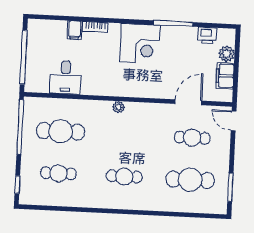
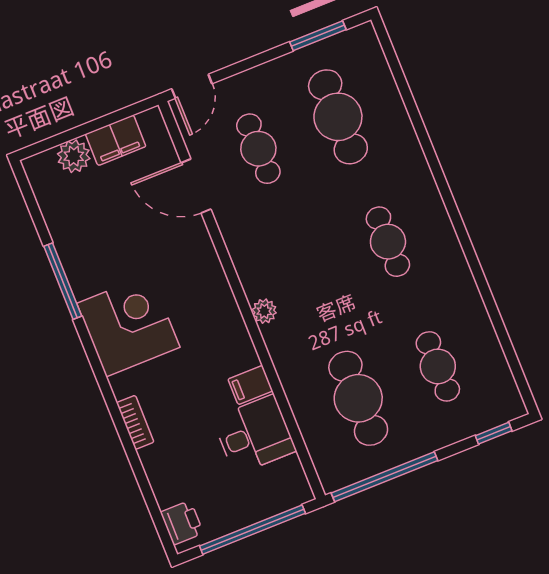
filing cabinet: (75, 30) -> (250, 385), moved, turned 180
printer: (207, 35) -> (182, 523), moved

